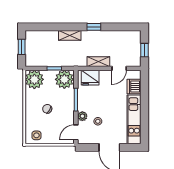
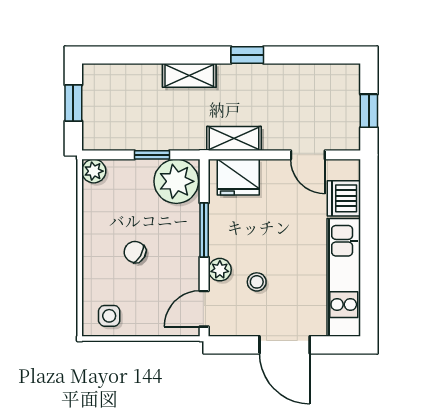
shelving: (98, 62) -> (234, 139), moved
door: (119, 68) -> (308, 155), hinge flipped
plant: (34, 79) -> (94, 171), width x0.53, depth x0.53

